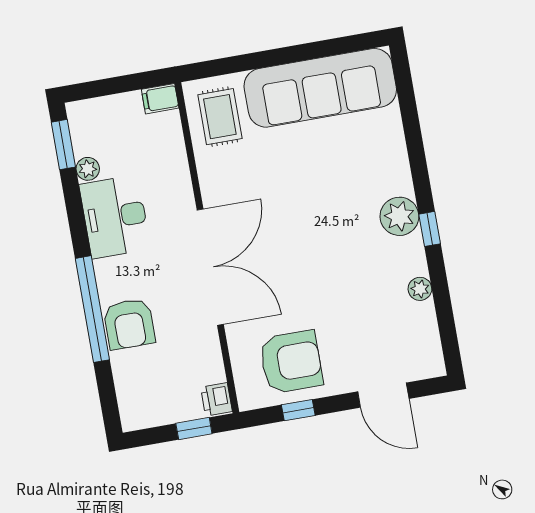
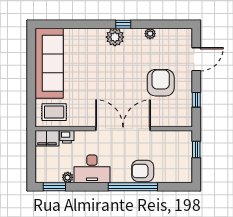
filing cabinet: (160, 99) -> (47, 138), width x2.00
armchair: (129, 324) -> (143, 171), turned 180
armchair: (291, 362) -> (161, 83), moved
printer: (216, 399) -> (67, 137), moved

